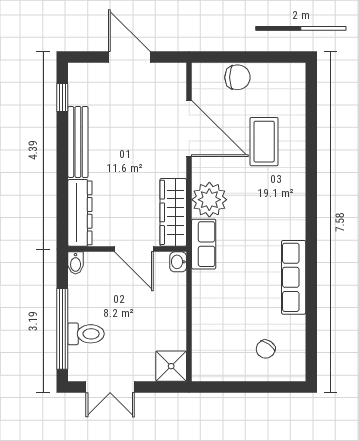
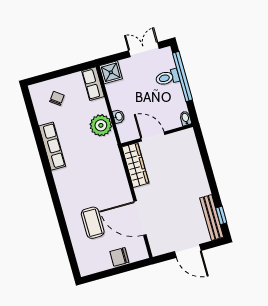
bench: (78, 142) -> (212, 218), moved
plant: (209, 200) -> (101, 125), moved
dresser: (80, 213) -> (191, 149), removed
row of seats: (204, 244) -> (93, 84), moved
washbasin: (178, 262) -> (119, 116), moved

